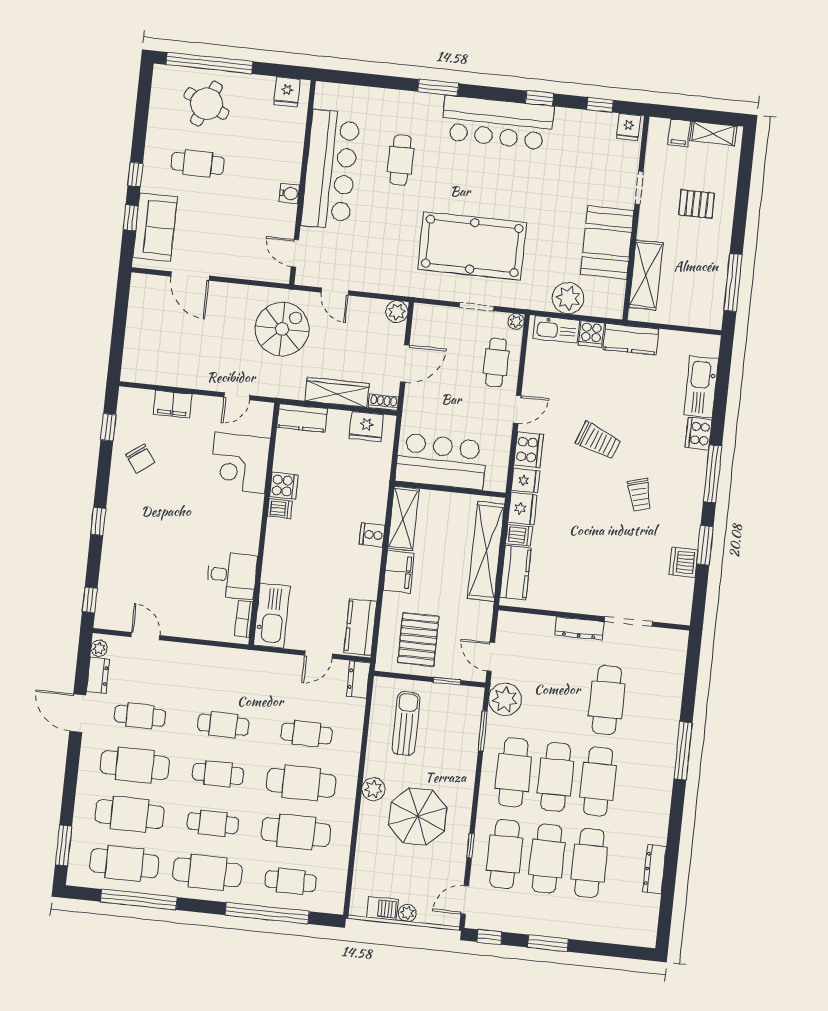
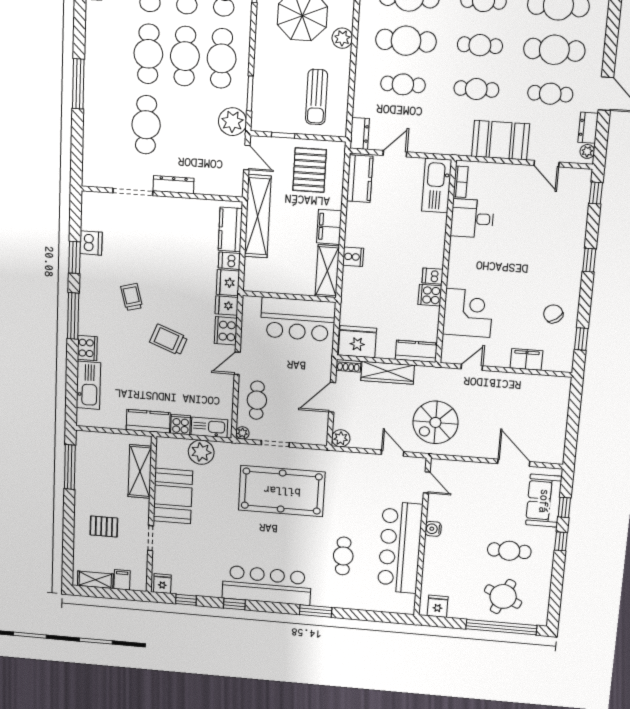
fridge: (366, 426) -> (357, 342), width x1.36, depth x1.34
shelving: (486, 551) -> (258, 216), moved
booth: (197, 665) -> (501, 140), added

